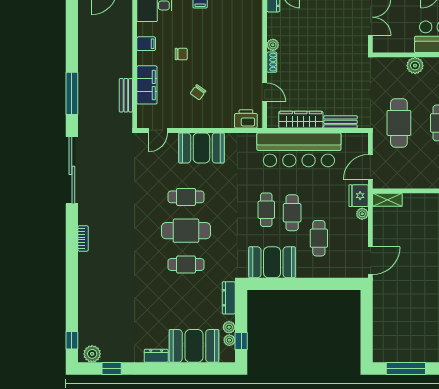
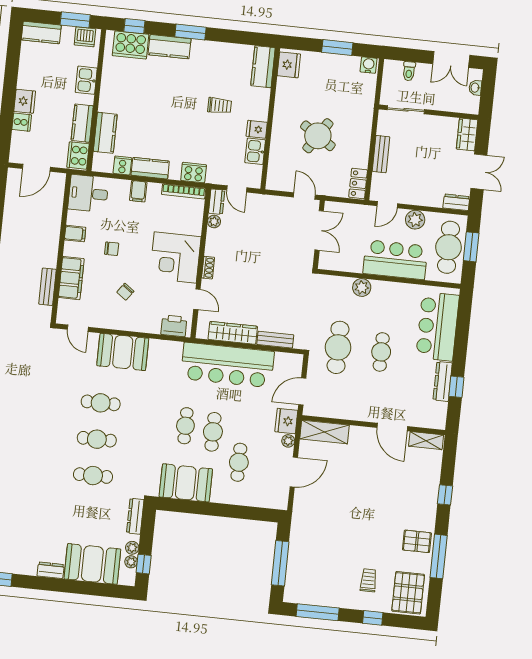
plant: (273, 45) -> (214, 222), moved
corner desk: (241, 56) -> (175, 258), added
door: (158, 130) -> (78, 328), hinge flipped
shelving: (387, 200) -> (325, 432), width x1.50, depth x1.33
cafe table: (186, 231) -> (97, 439), width x0.73, depth x0.74
door: (370, 261) -> (294, 472), moved
window: (367, 327) -> (280, 563), added

